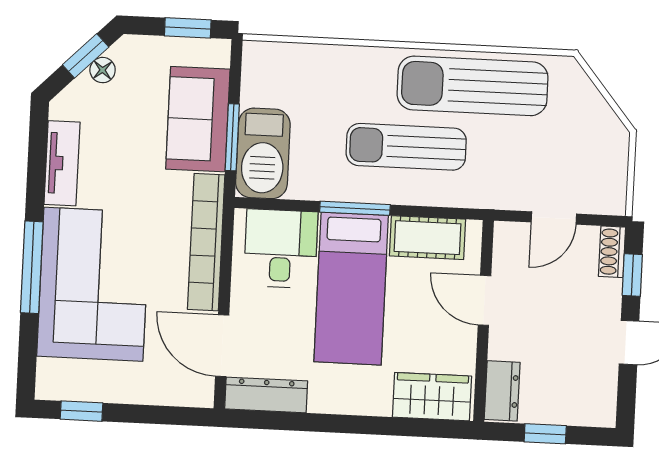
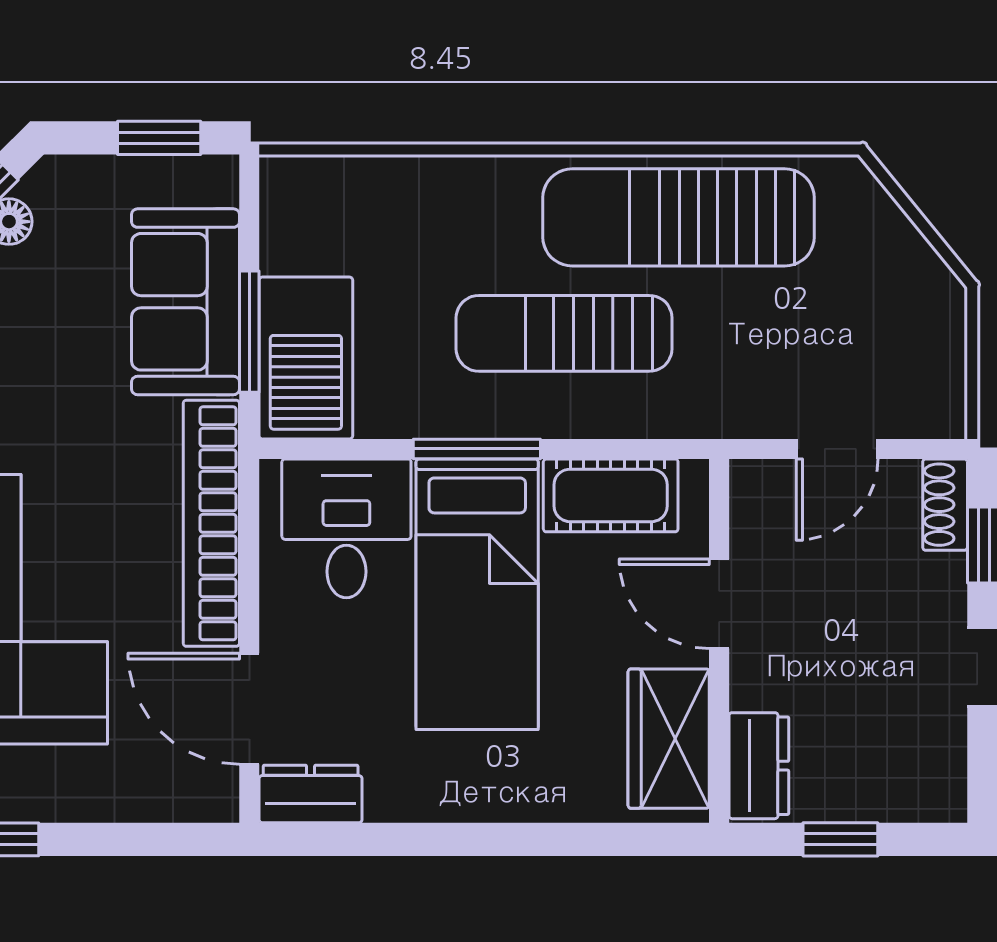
dresser: (266, 395) -> (311, 794), width x0.70
wardrobe: (432, 397) -> (669, 739), moved, turned -90

